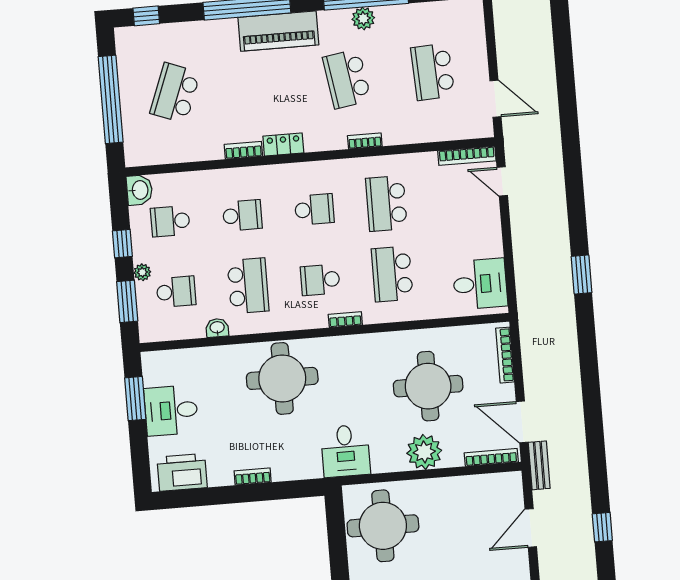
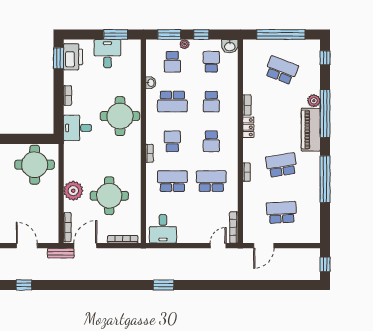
plant: (363, 18) -> (314, 101), moved
desk: (345, 451) -> (77, 128), moved
window: (187, 498) -> (59, 58), added

